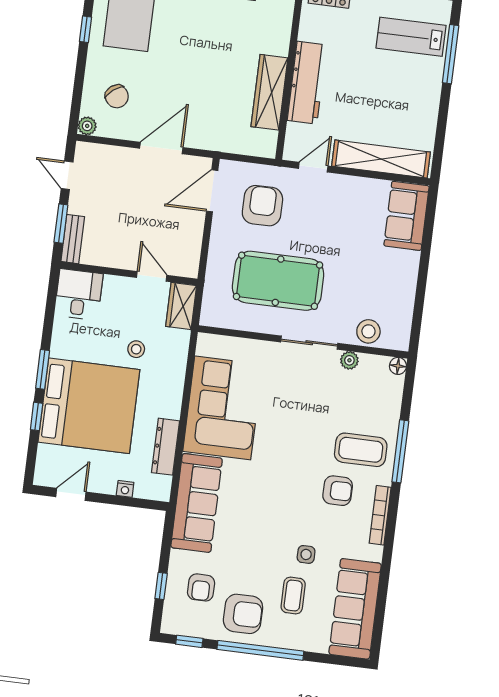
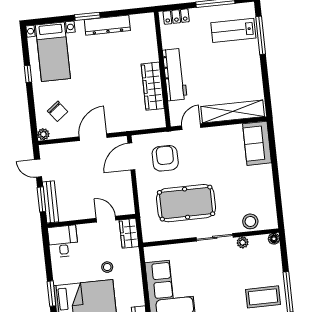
bench: (73, 239) -> (51, 202), width x1.36

